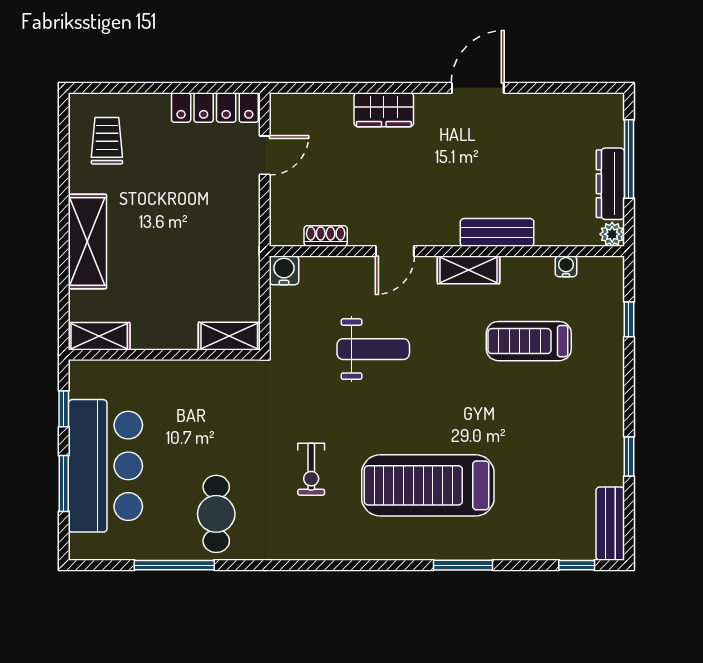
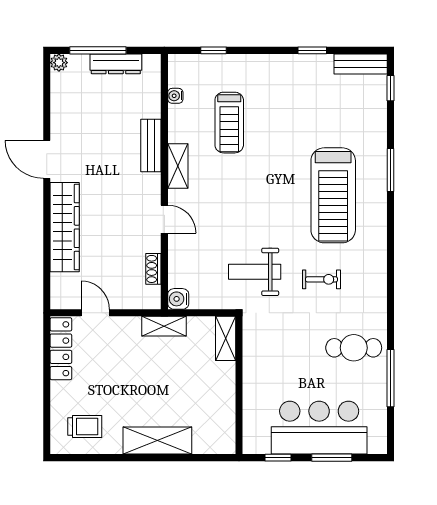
wardrobe: (384, 110) -> (65, 227), width x2.10, depth x1.17
trolley: (107, 141) -> (85, 427), turned 180
plant: (612, 234) -> (59, 63), moved
shelving: (99, 336) -> (164, 326), moved, turned 90
weight bench: (373, 349) -> (255, 272), moved, turned -90

